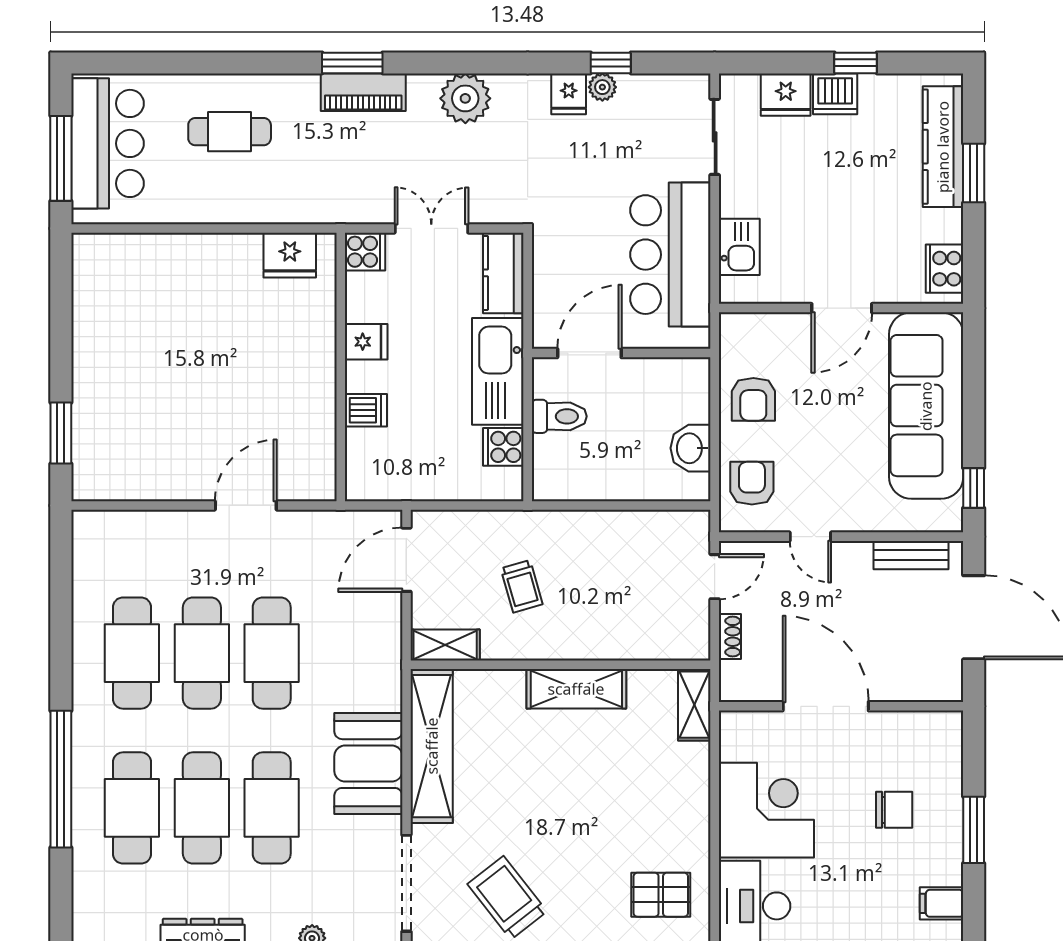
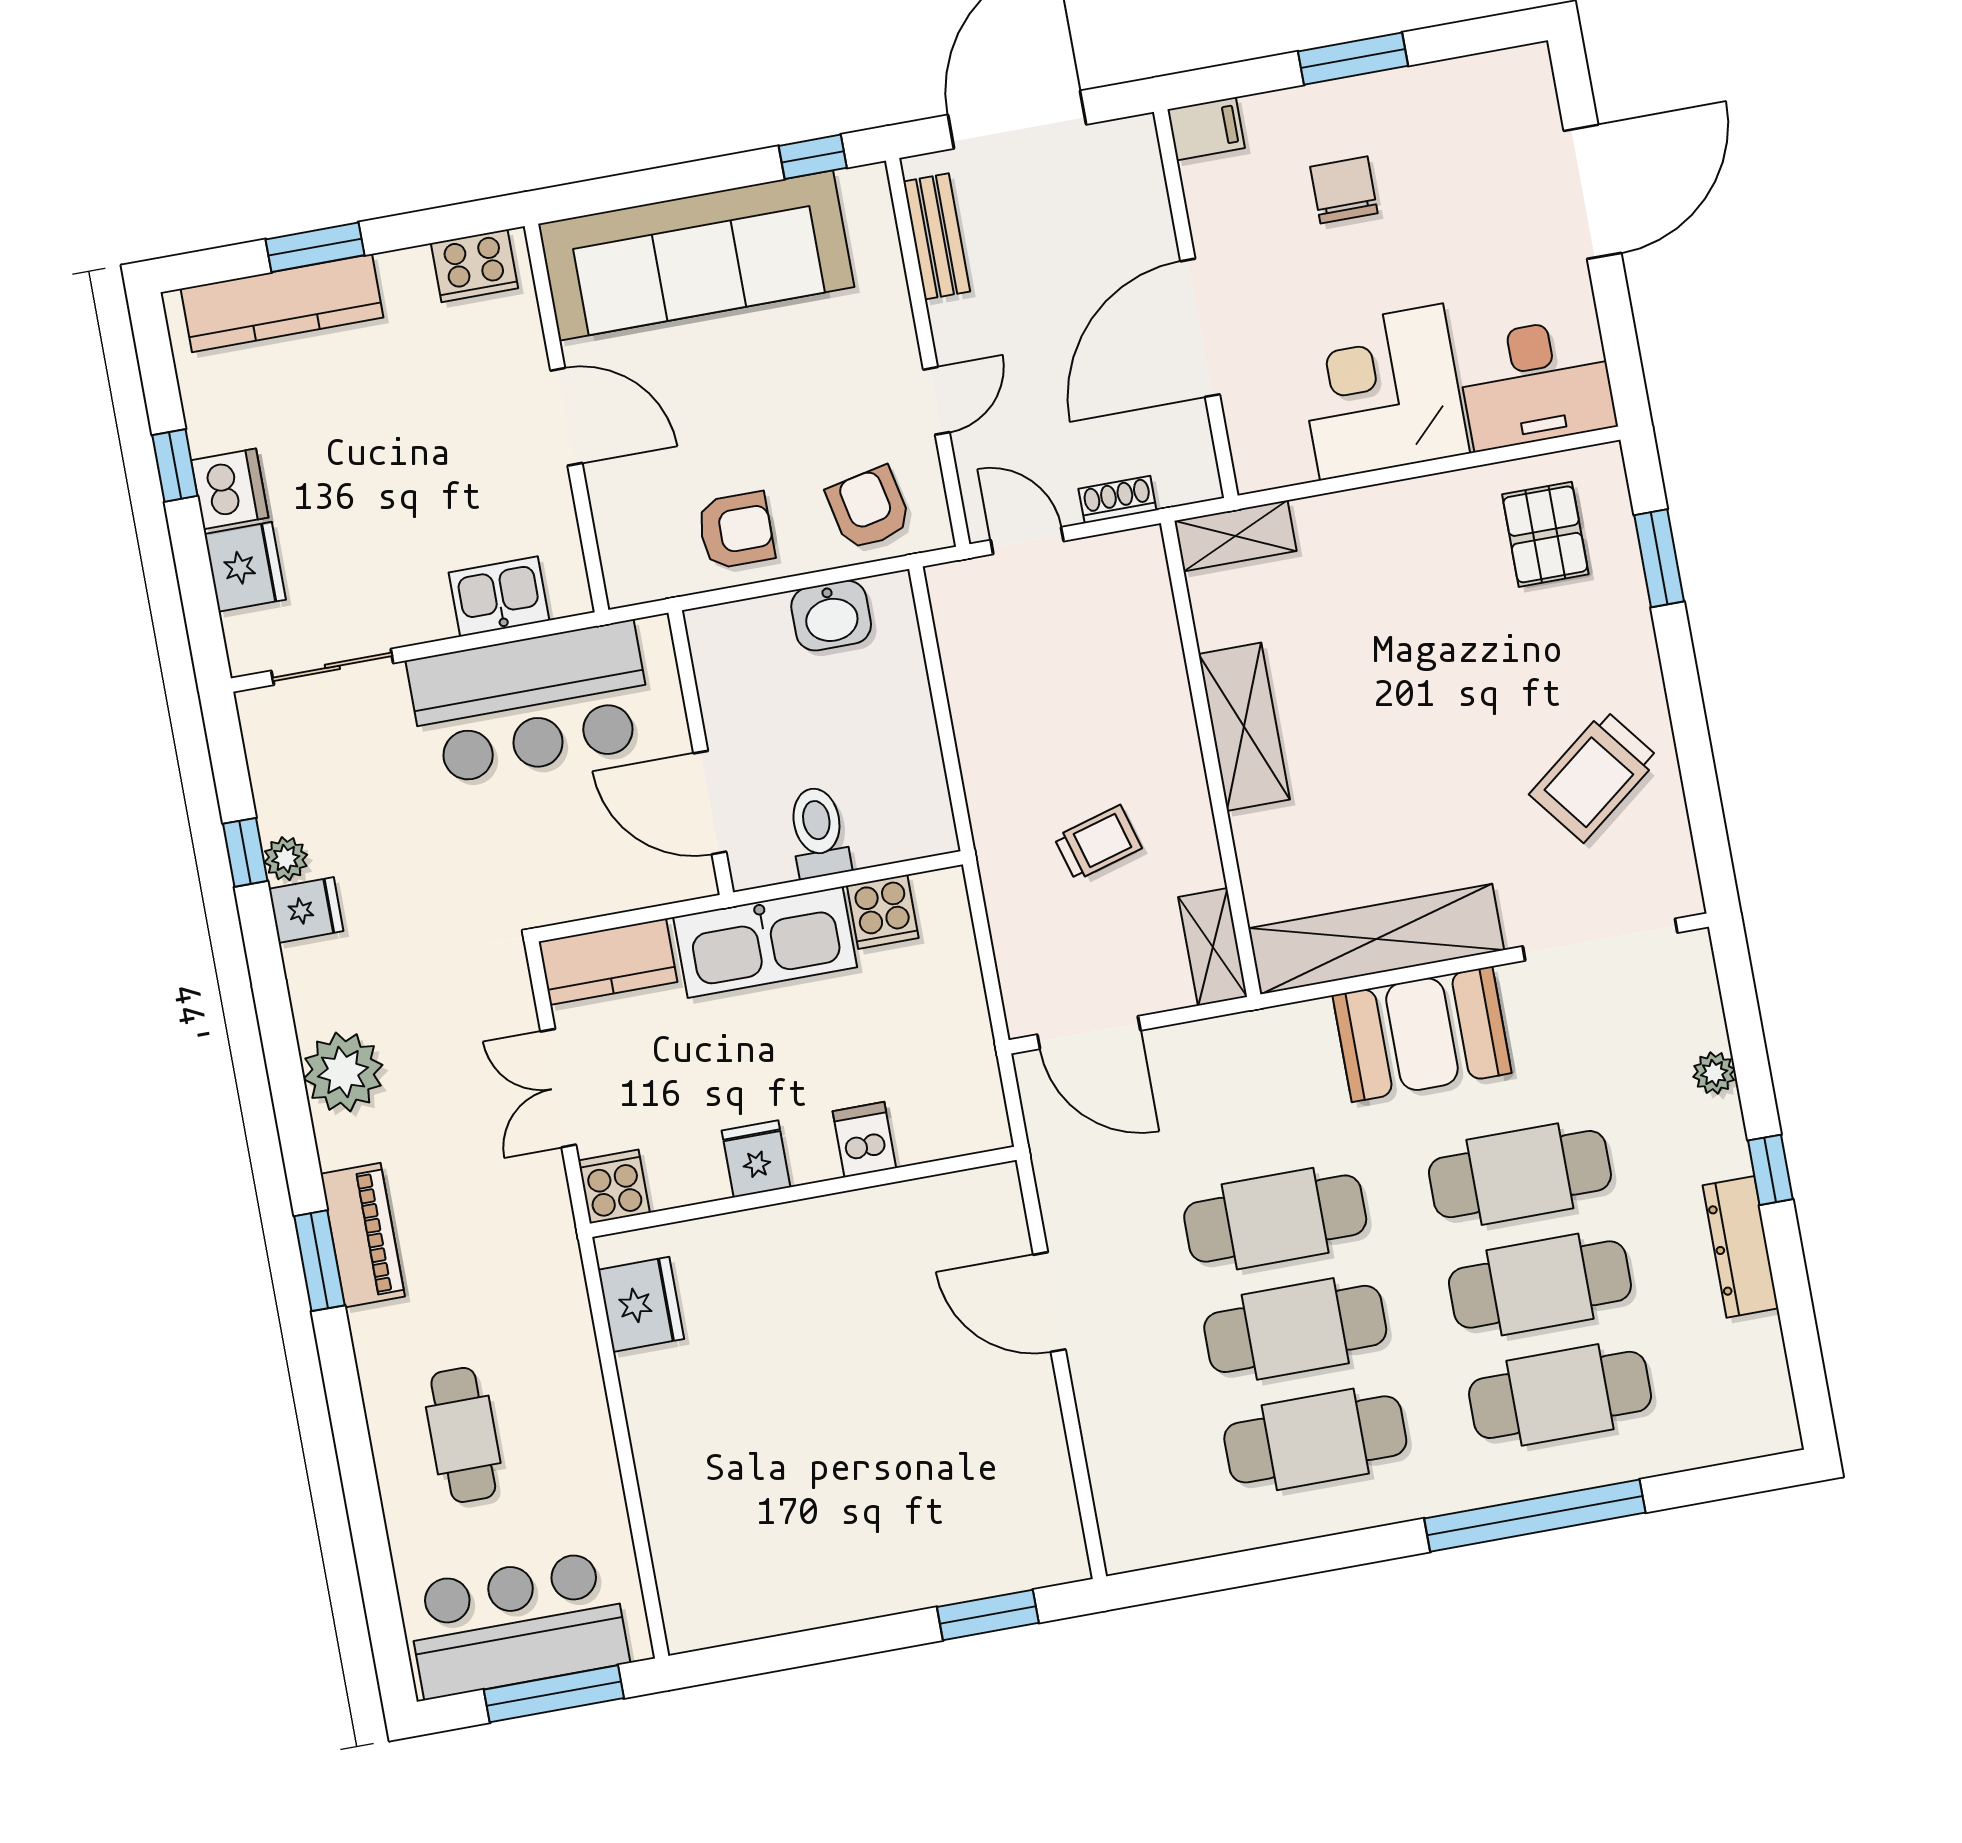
armchair: (752, 483) -> (869, 508), turned 78
filing cabinet: (942, 903) -> (1206, 129), moved, turned -90

